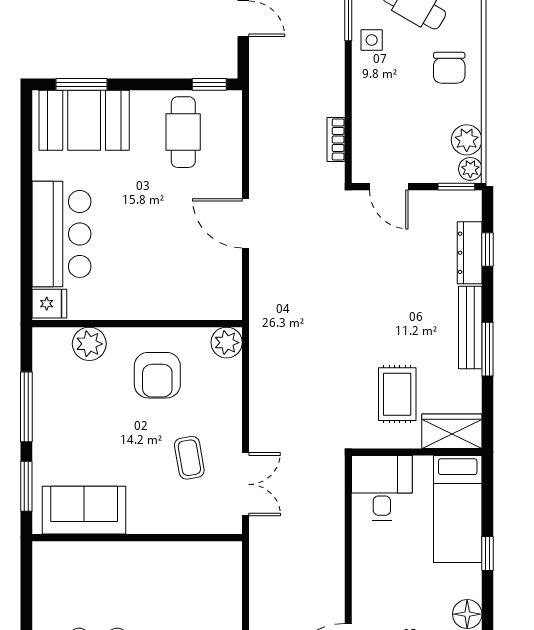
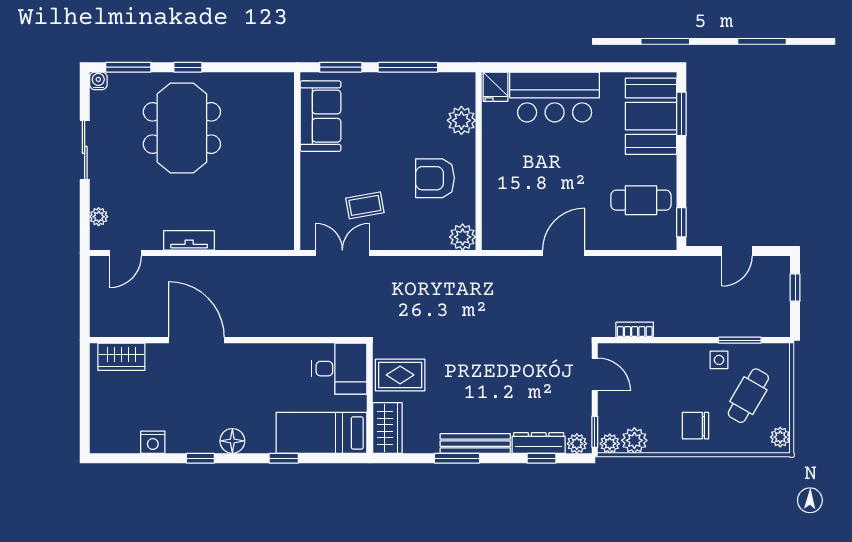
door: (389, 187) -> (595, 374), swing flipped
plant: (470, 208) -> (577, 444), added
rug: (397, 394) -> (400, 375), moved
double door: (246, 484) -> (342, 253), swing flipped

